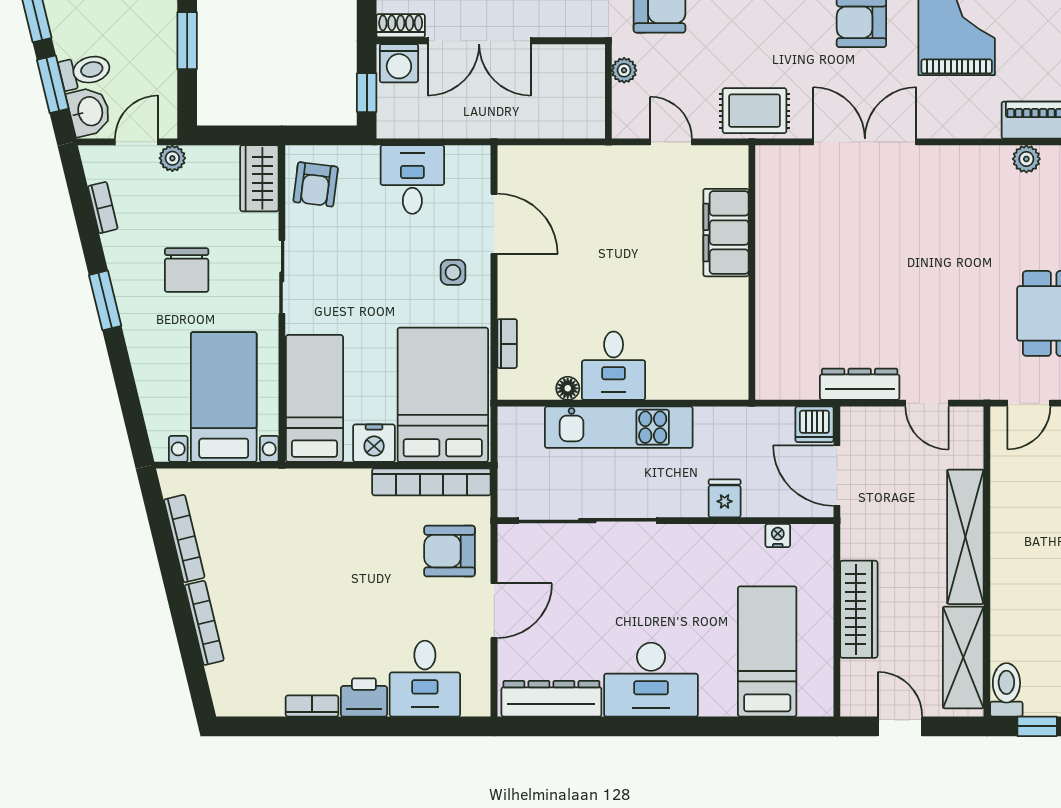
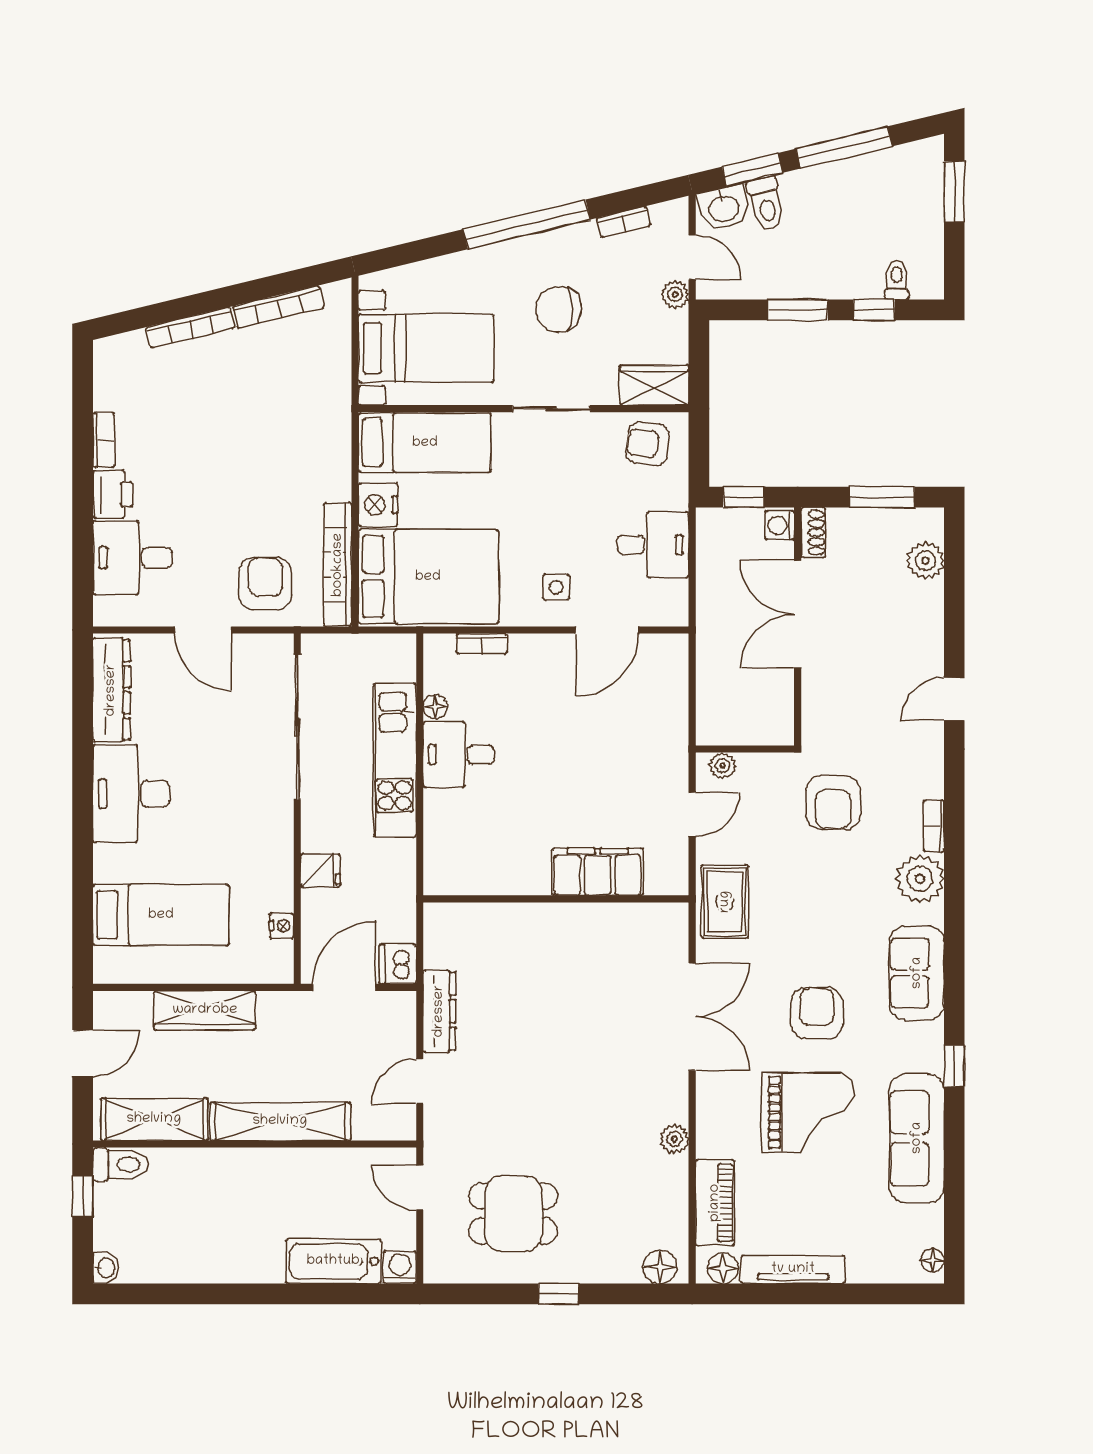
washing machine: (399, 63) -> (780, 525), width x0.73, depth x0.73
plant: (624, 70) -> (722, 766), moved
plant: (1026, 159) -> (674, 1139), moved
window: (105, 300) -> (527, 224), width x2.11

